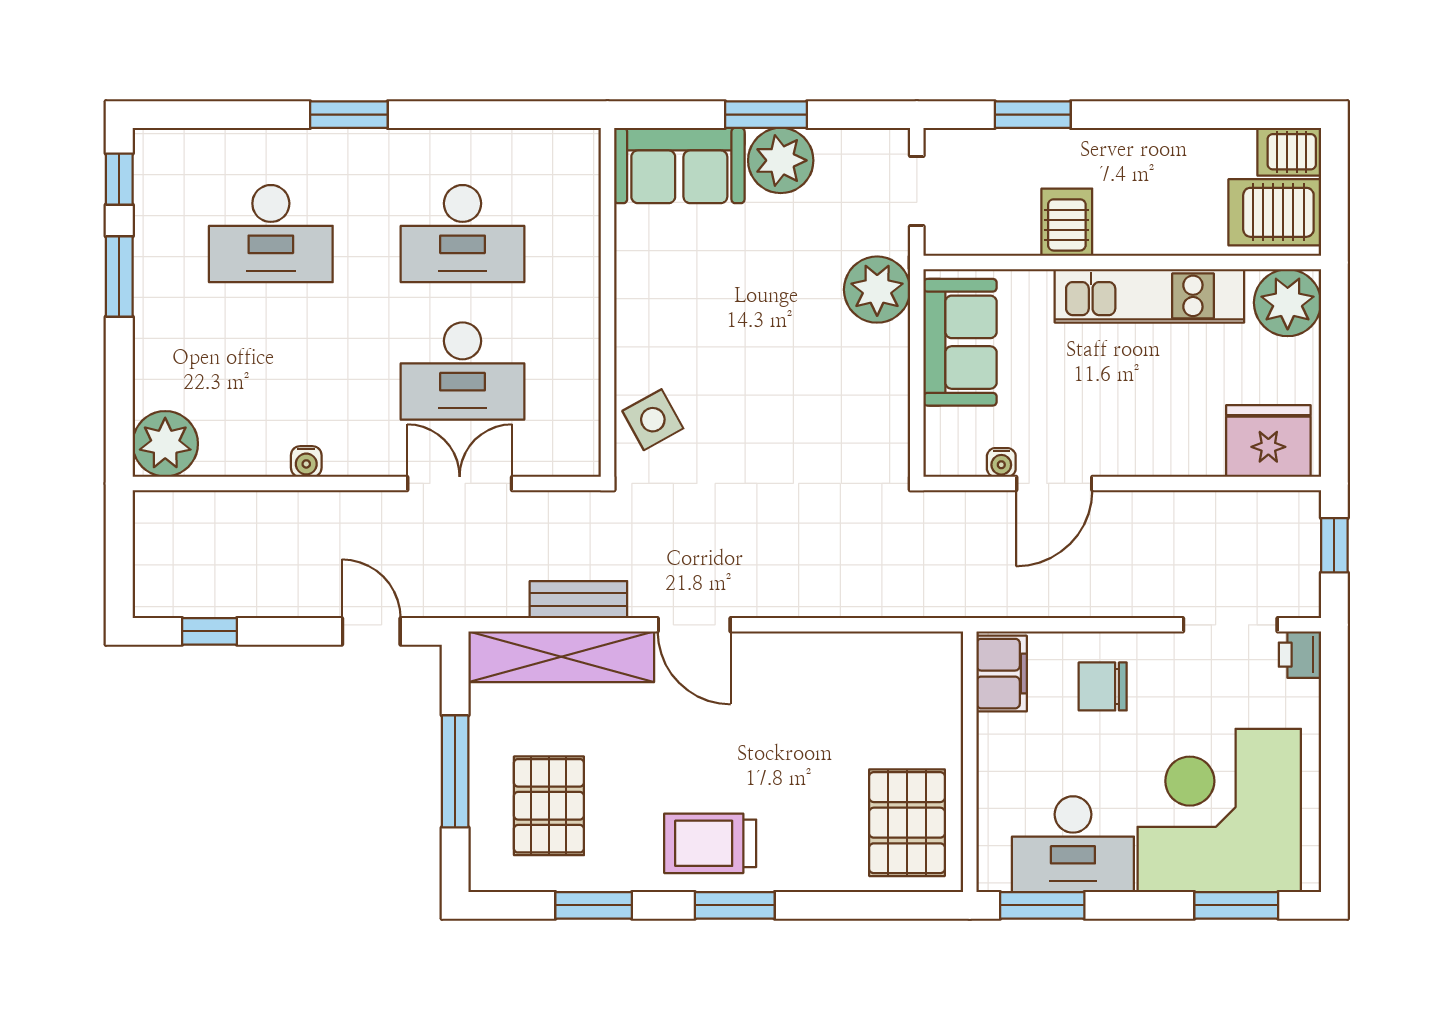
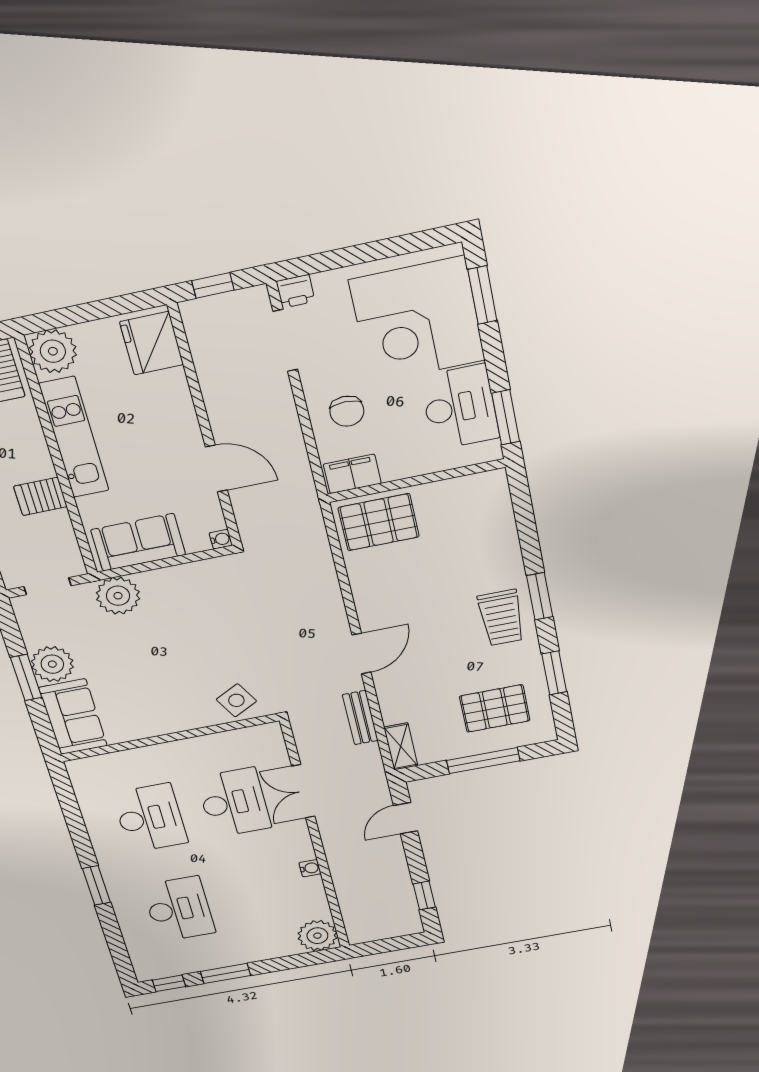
water cooler: (1001, 462) -> (221, 539), moved
shelving: (561, 657) -> (401, 747), width x0.45, depth x0.75
pallet: (907, 823) -> (379, 522), moved

